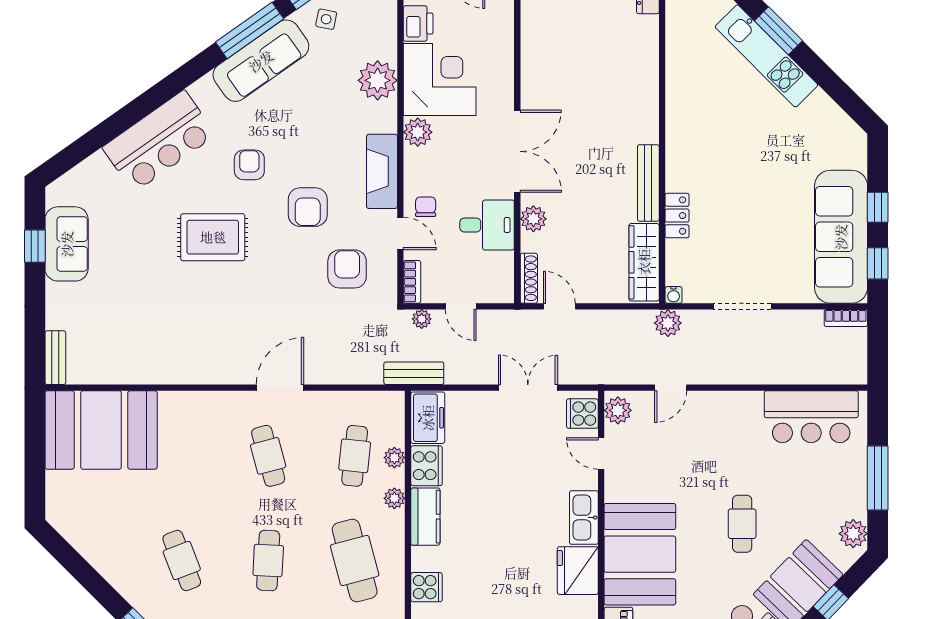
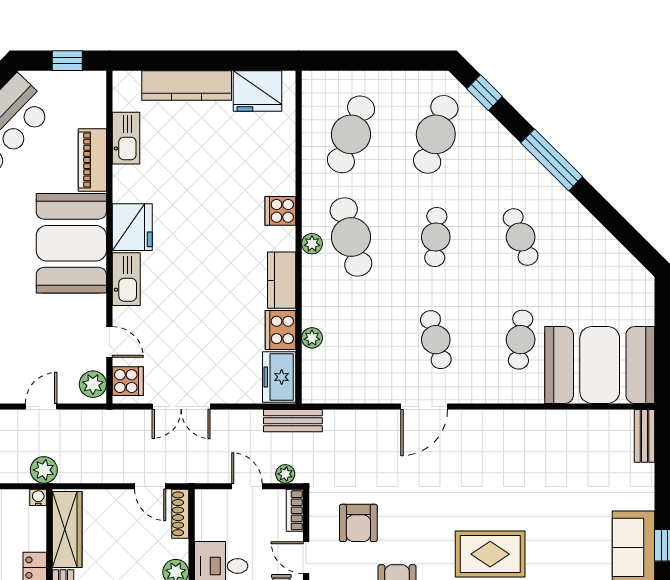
cafe table: (355, 456) -> (521, 340), moved
plant: (394, 498) -> (312, 244), moved

